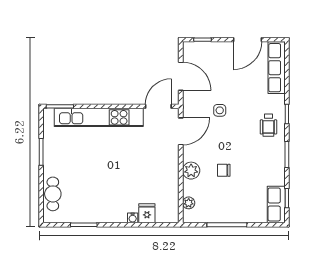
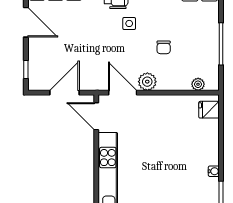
side table: (220, 110) -> (129, 23), moved
plant: (191, 171) -> (147, 82), moved
fridge: (147, 213) -> (209, 110), moved
water cooler: (133, 218) -> (214, 171), moved

